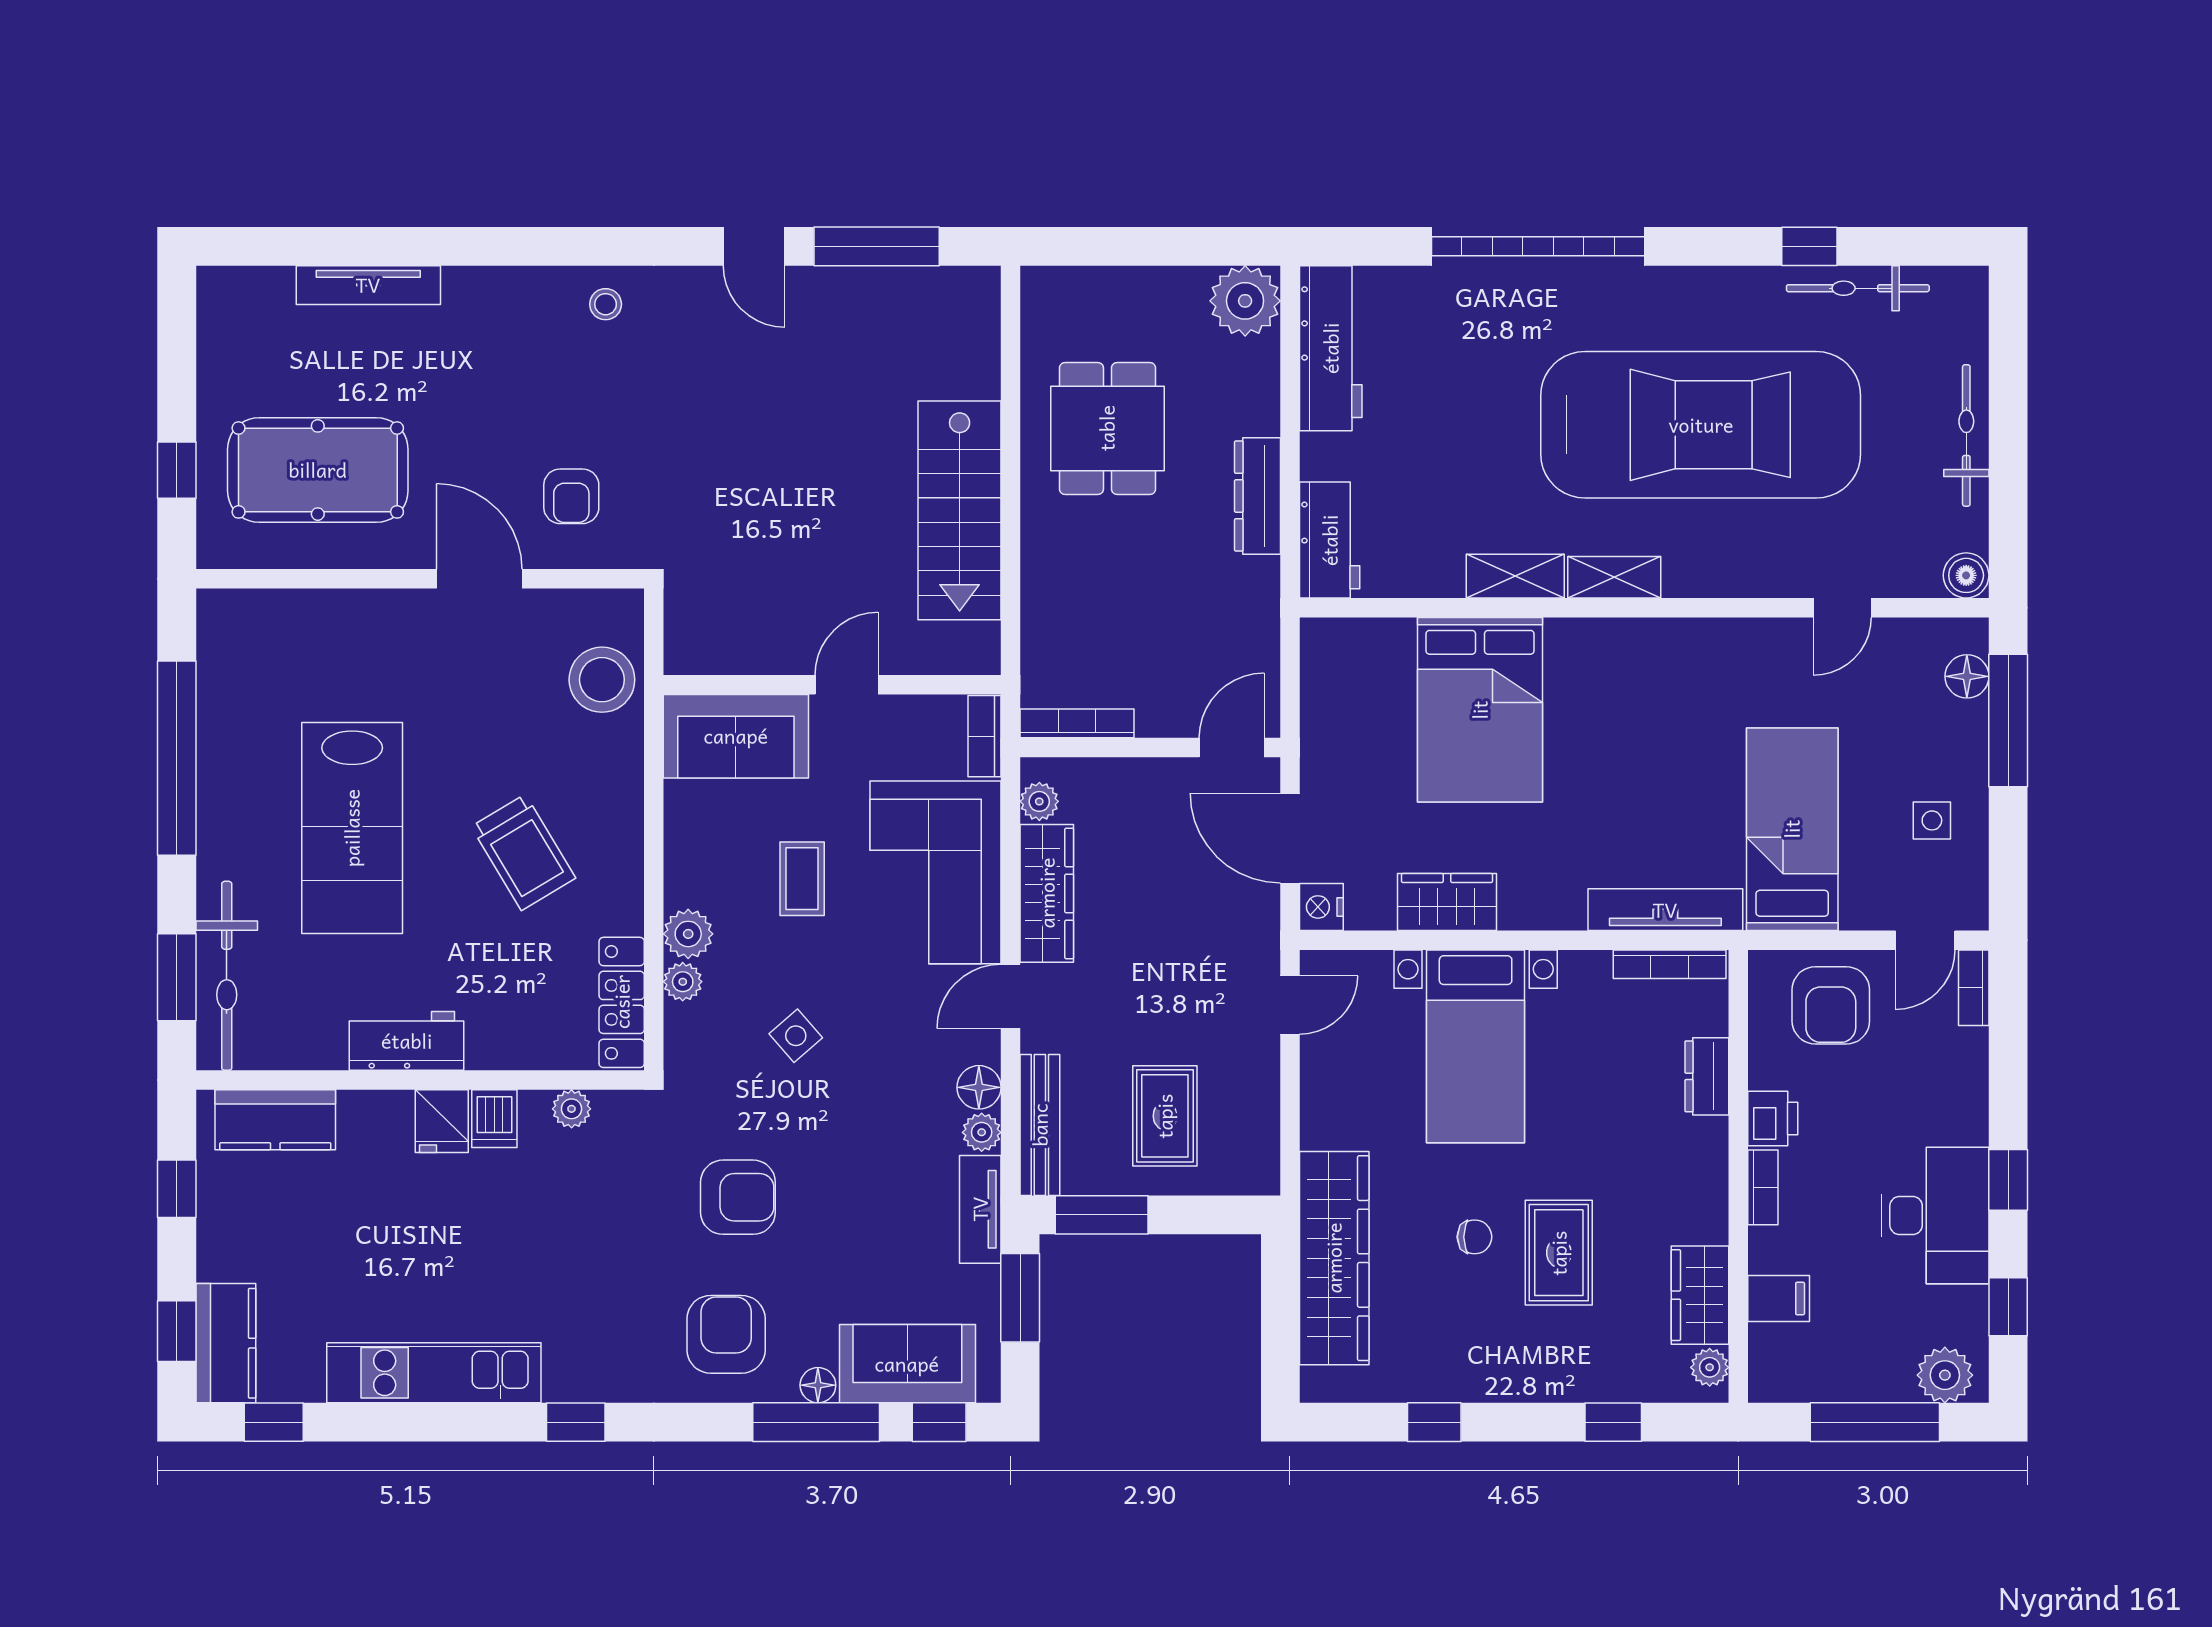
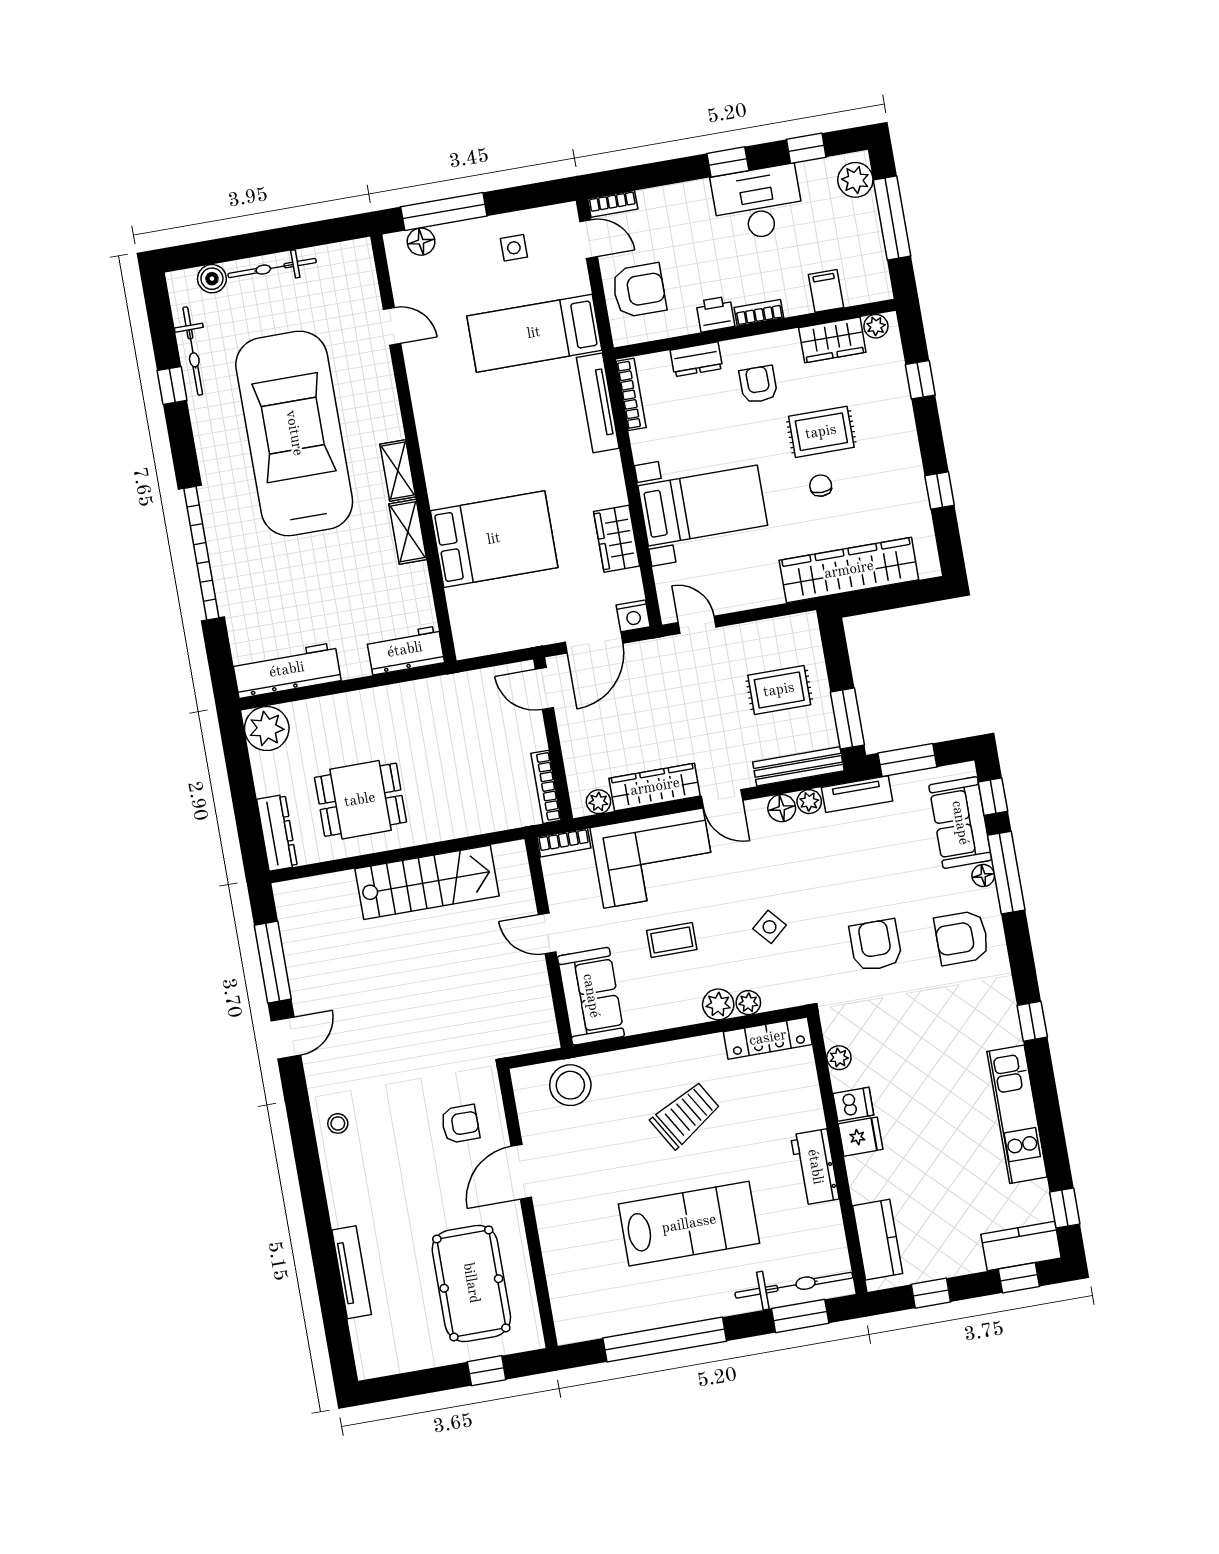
dresser: (1258, 496) -> (277, 833), moved, turned -90
boiler: (1966, 575) -> (212, 279), moved
armchair: (1650, 1167) -> (758, 384), added

